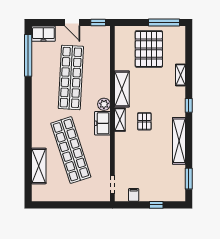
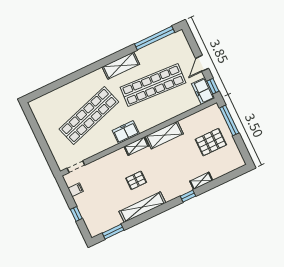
window: (164, 23) -> (229, 120), moved
freezer: (43, 34) -> (203, 91), moved
pallet: (149, 49) -> (211, 142), width x0.73, depth x0.71
plant: (104, 104) -> (143, 126), removed
window: (189, 105) -> (188, 196), moved
pallet: (144, 121) -> (136, 180), moved
shelving: (39, 166) -> (121, 66), moved

